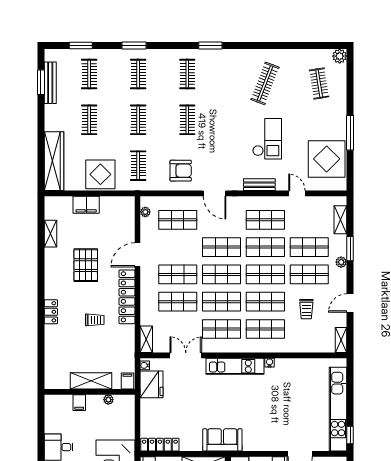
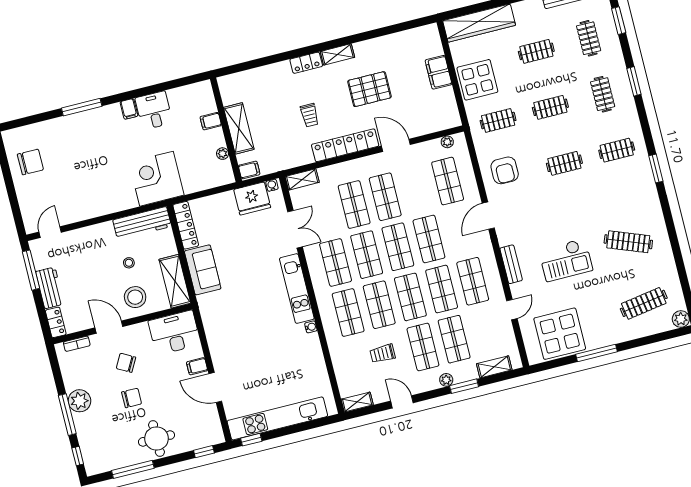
clothes rail: (89, 74) -> (589, 38), turned 90
clothes rail: (138, 74) -> (603, 94), turned 90
clothes rail: (319, 83) -> (644, 303), width x1.36
shelving: (50, 234) -> (337, 54), moved
sofa: (222, 440) -> (203, 270), moved

